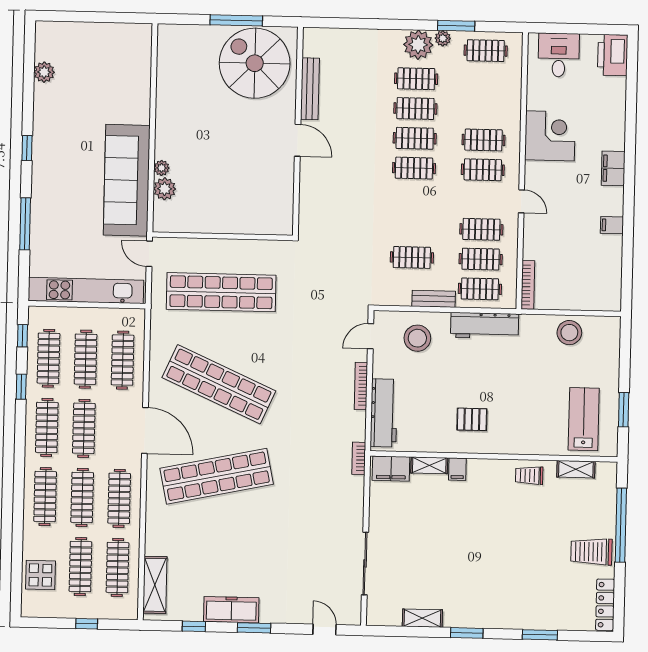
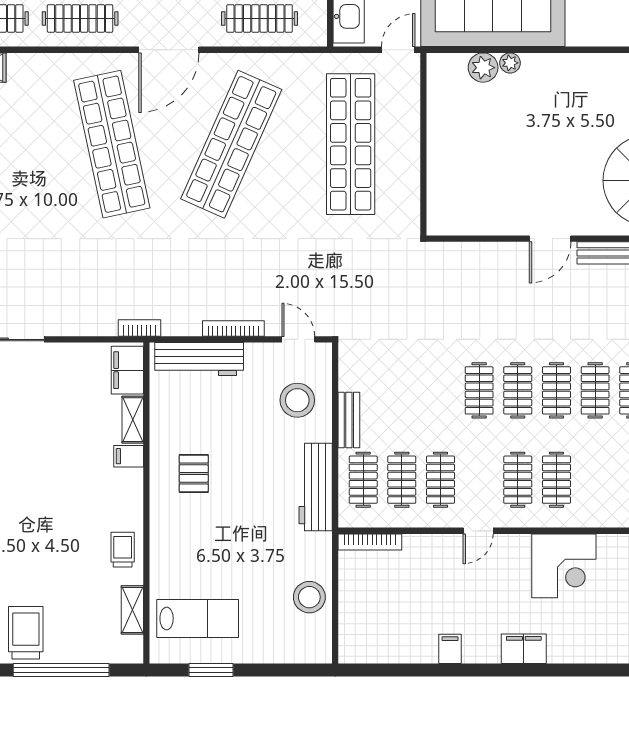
clothes rail: (412, 257) -> (479, 390), moved

